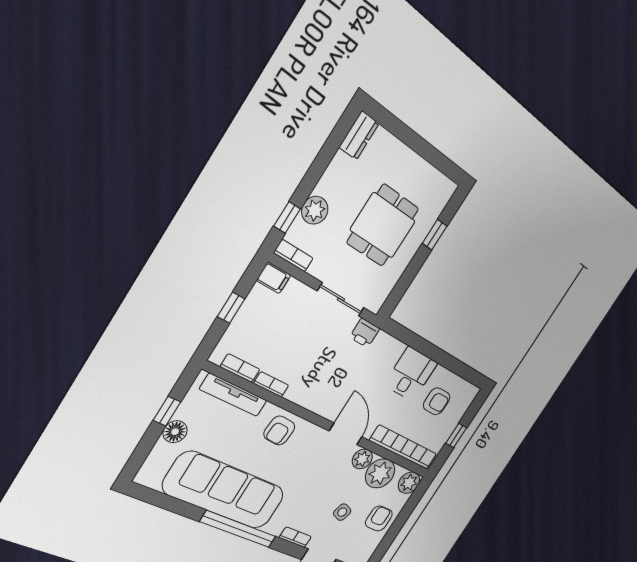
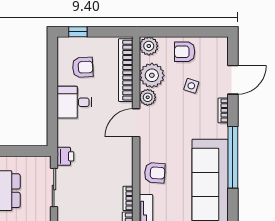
armchair: (437, 401) -> (83, 67), turned 87
window: (456, 435) -> (78, 32), moved

